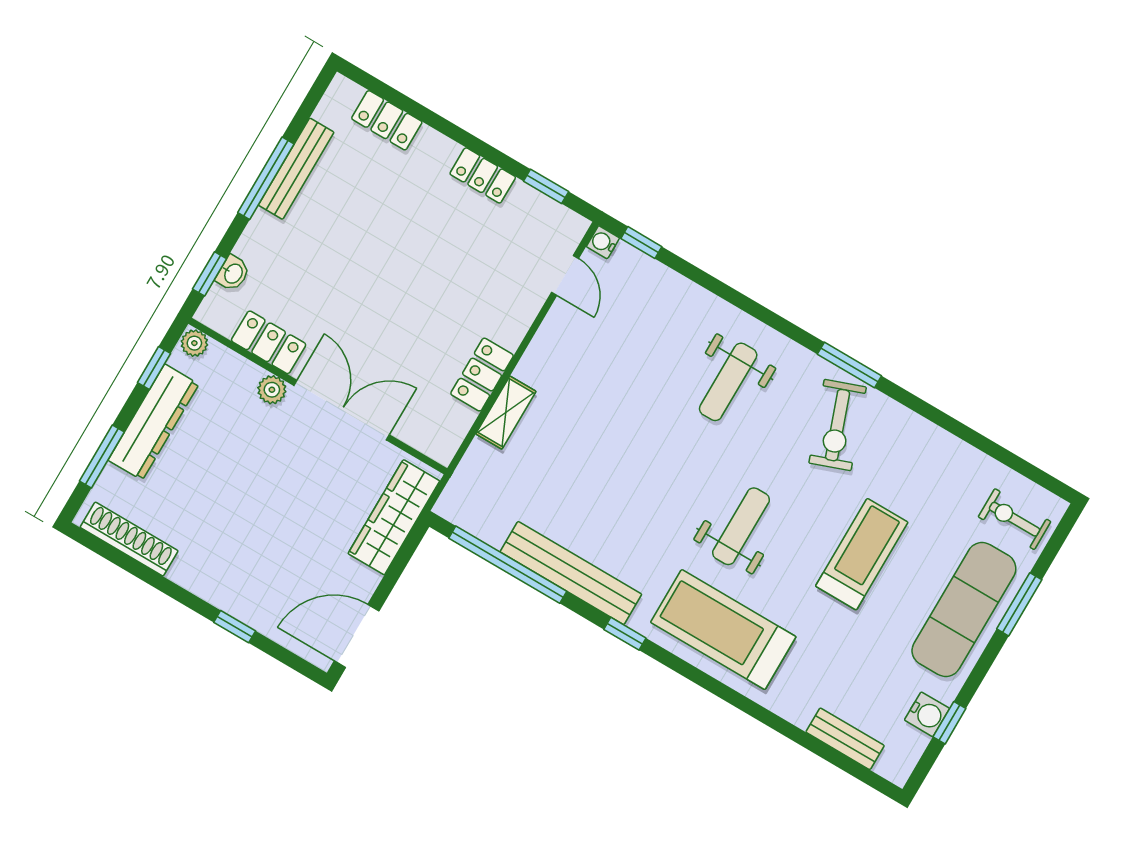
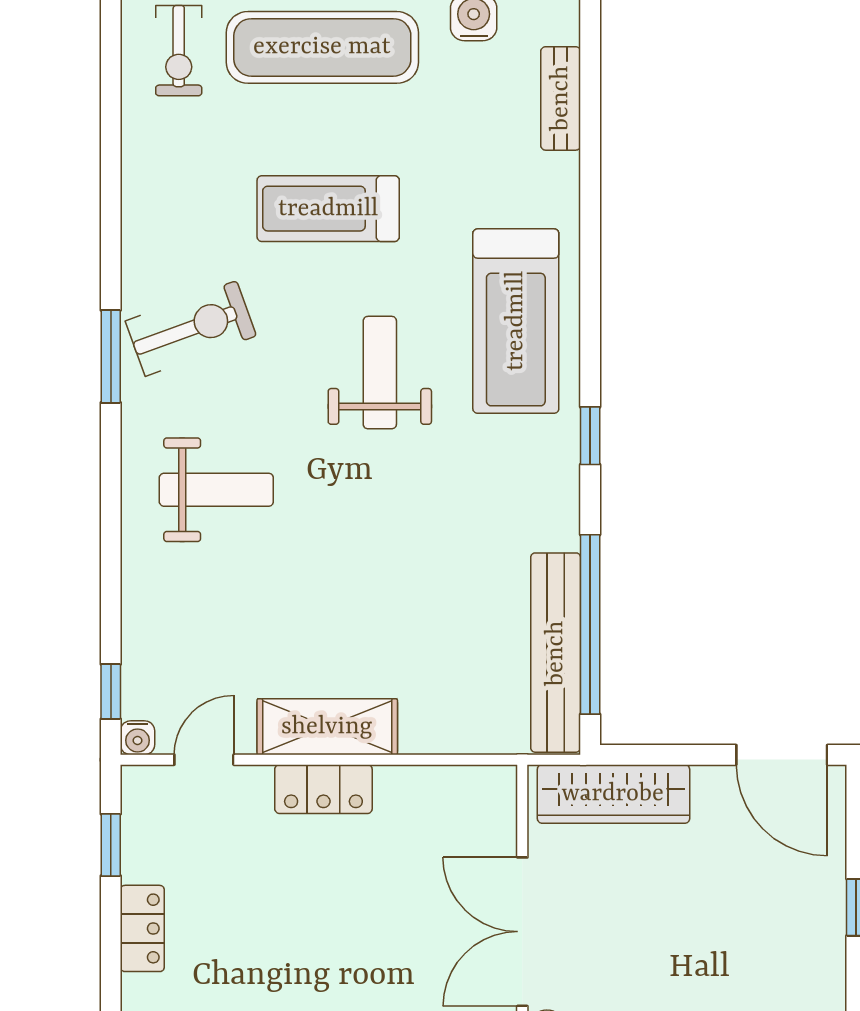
locker: (482, 375) -> (323, 789), moved
shelving: (506, 413) -> (327, 727), moved, width x1.50, depth x1.33
weight bench: (741, 526) -> (380, 373), turned 90
bench: (571, 573) -> (556, 653), moved

